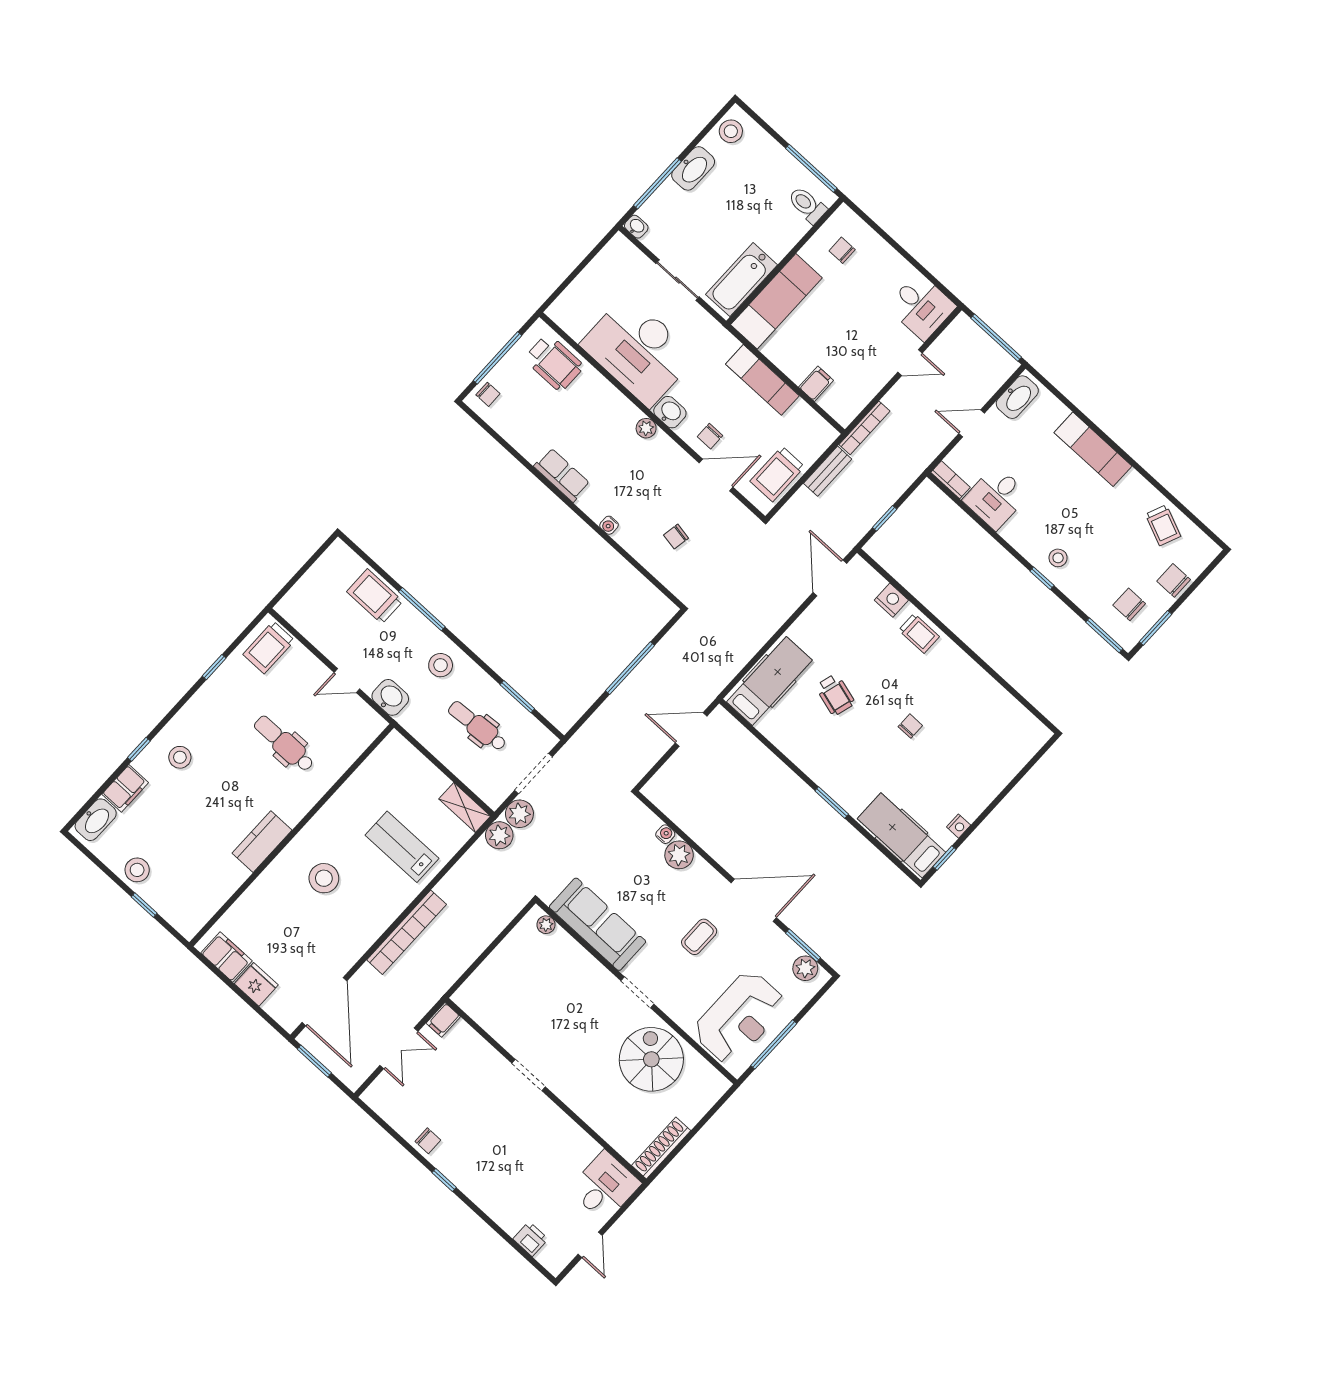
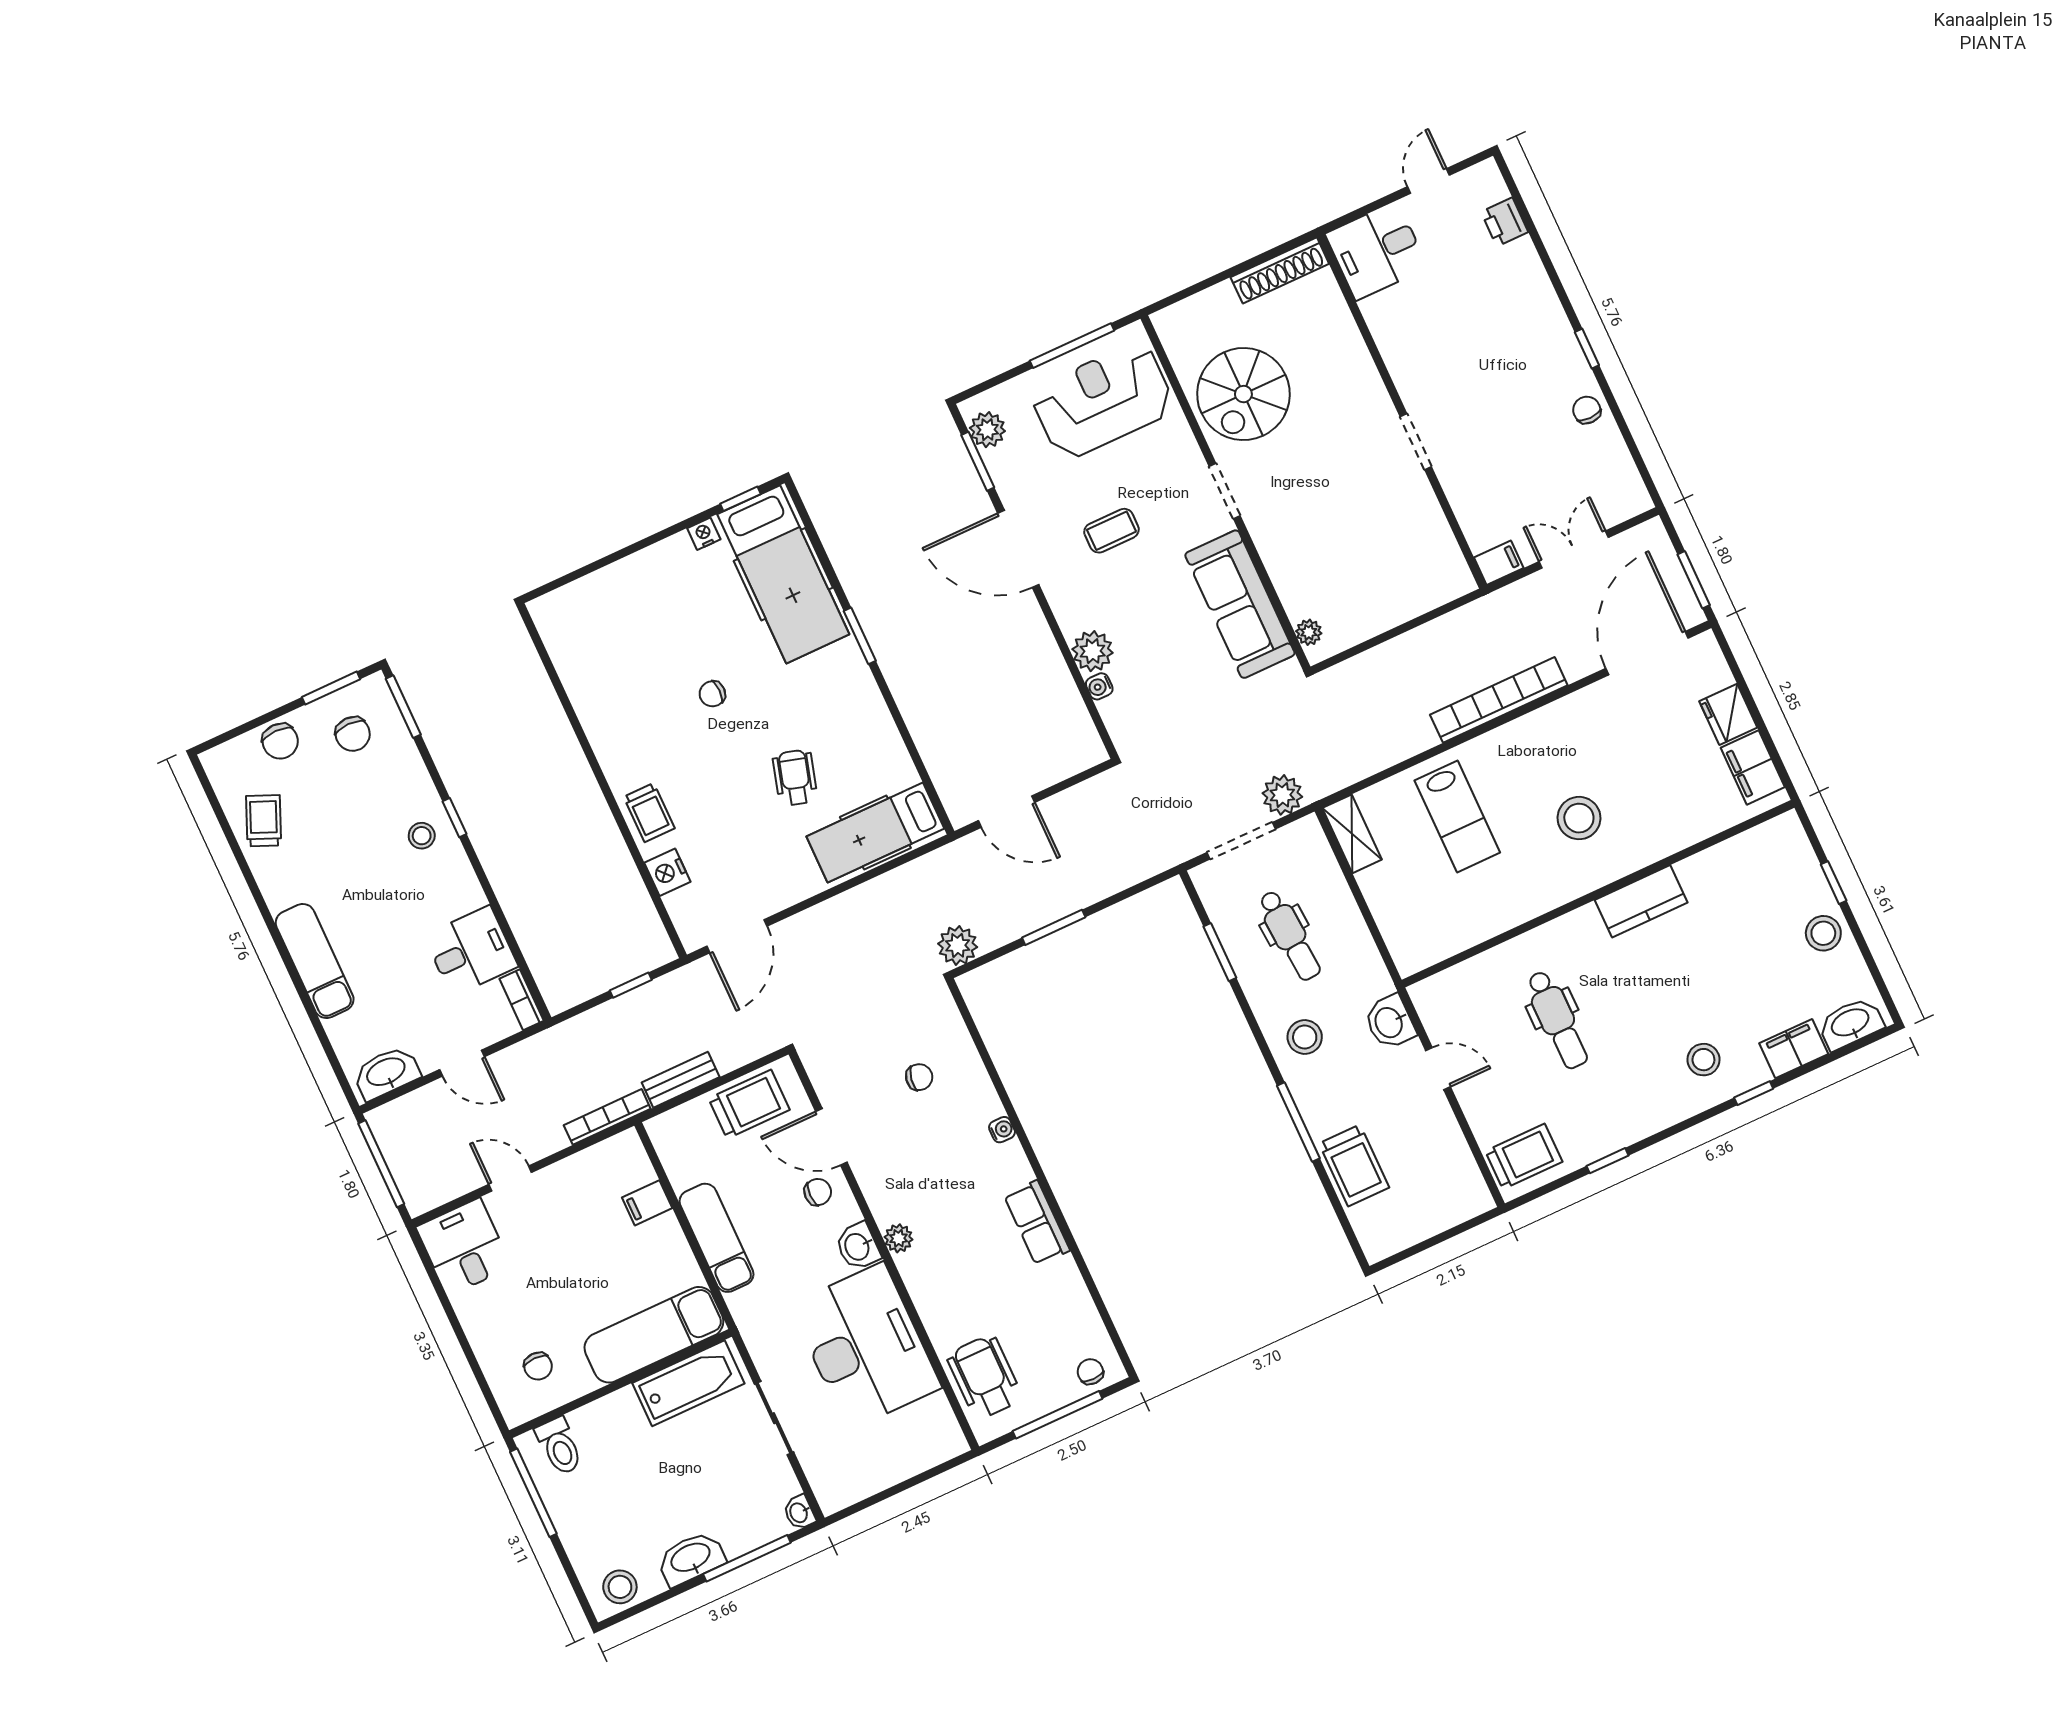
trolley: (919, 633) -> (649, 813), turned 180
window: (630, 668) -> (1054, 927), width x0.69
plant: (499, 835) -> (958, 945), moved
hospital bed: (901, 835) -> (783, 574), width x1.37, depth x1.29

